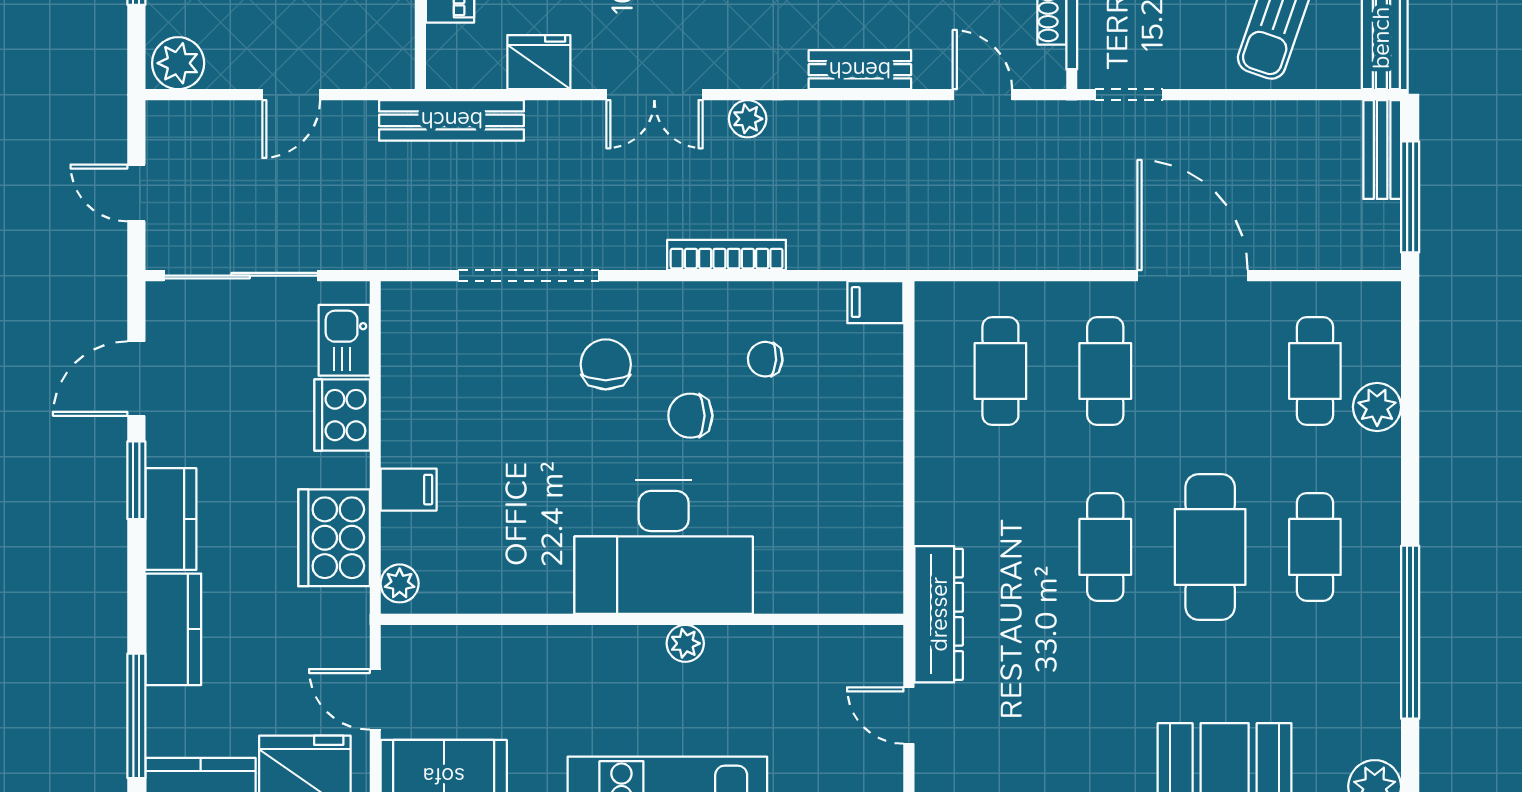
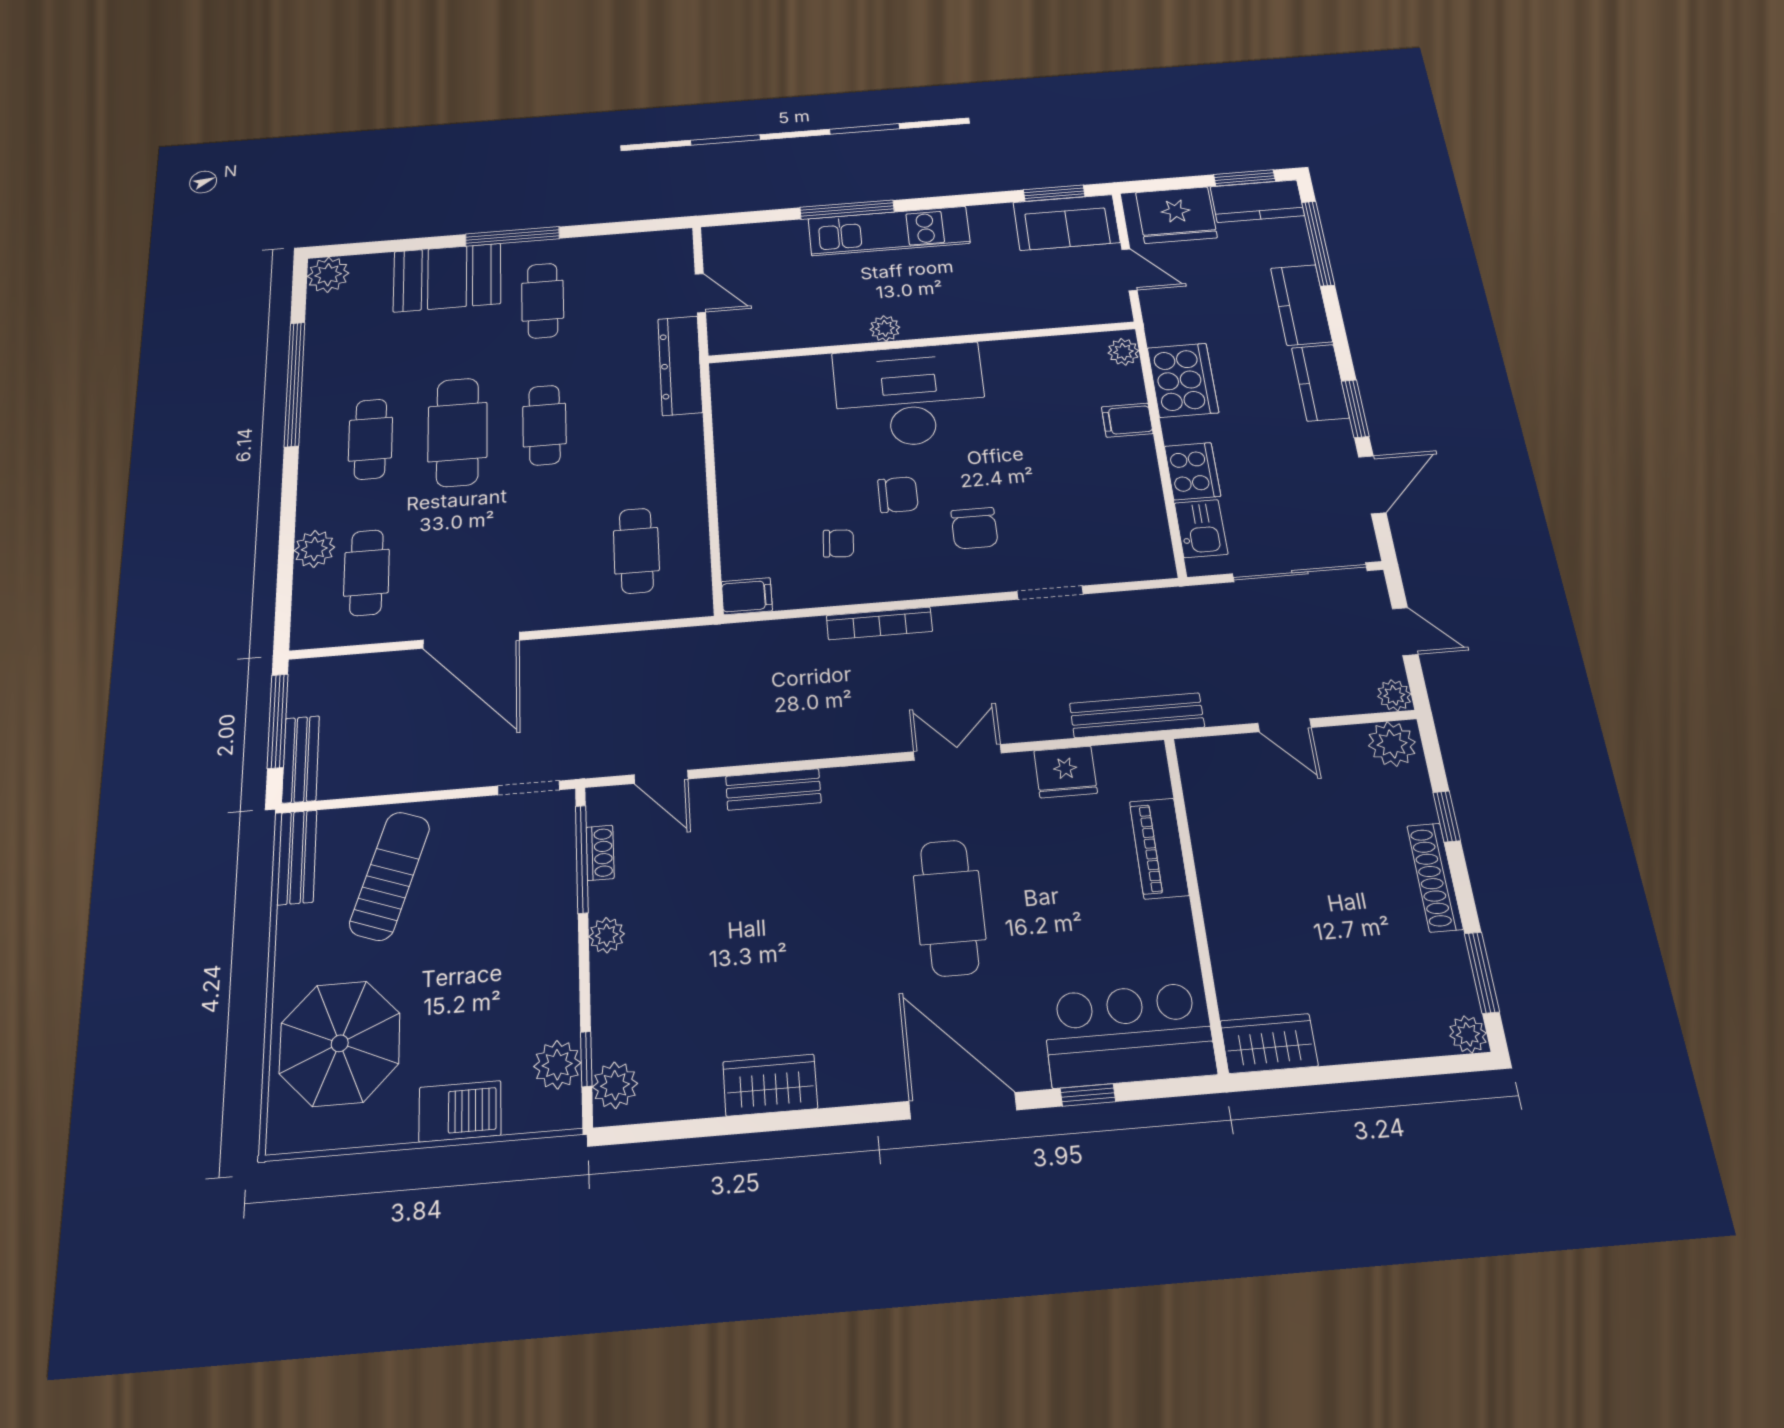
door: (291, 95) -> (1285, 725), swing flipped
plant: (748, 119) -> (1394, 695), moved
doorway: (529, 276) -> (1050, 593), width x0.53
cafe table: (1105, 371) -> (543, 301), moved

